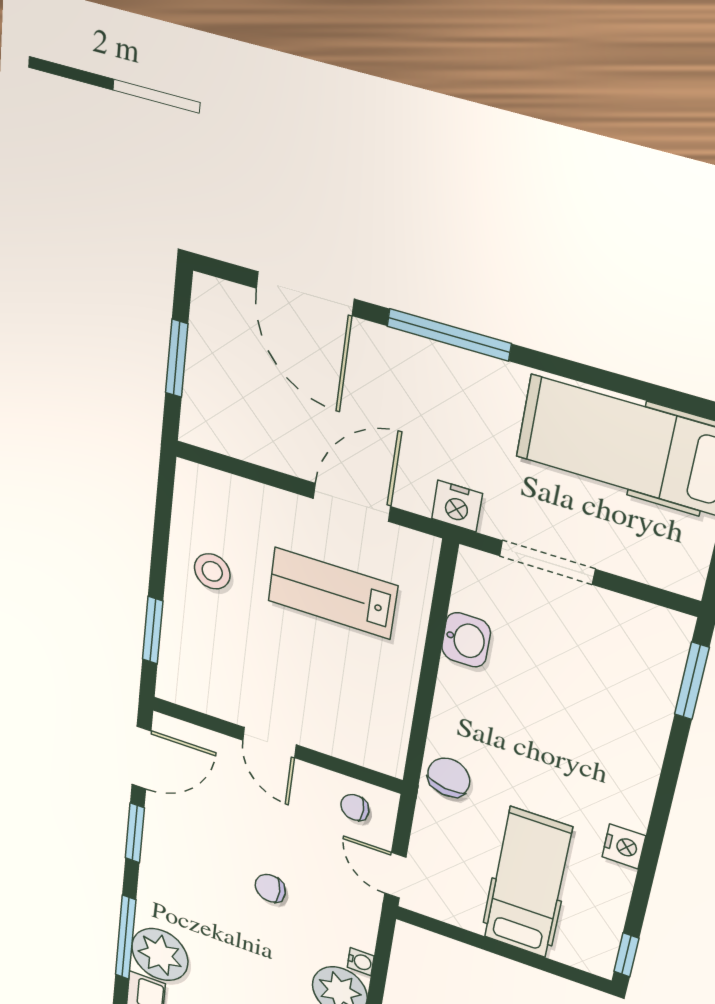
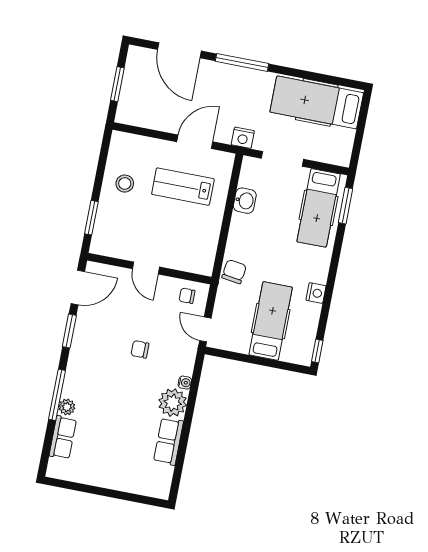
hospital bed: (630, 677) -> (319, 208), added
plant: (160, 955) -> (67, 407), width x0.53, depth x0.53

